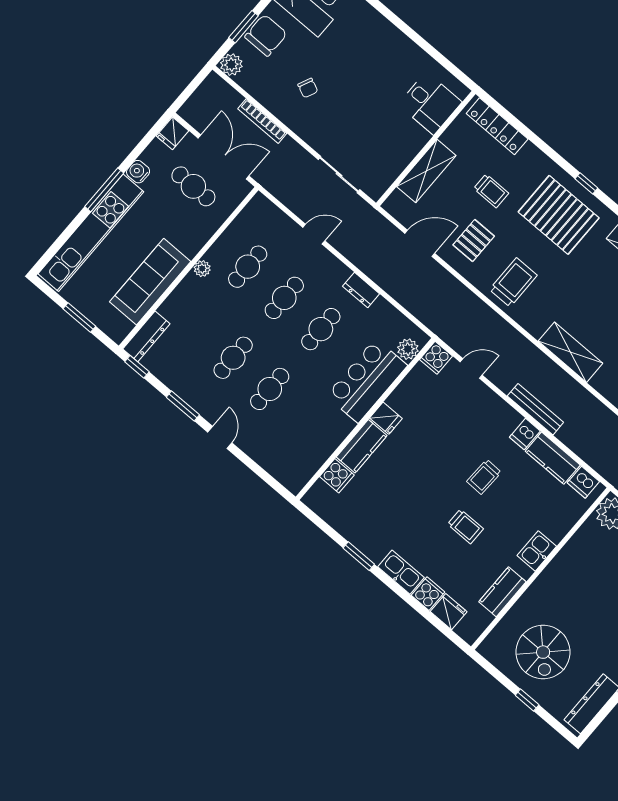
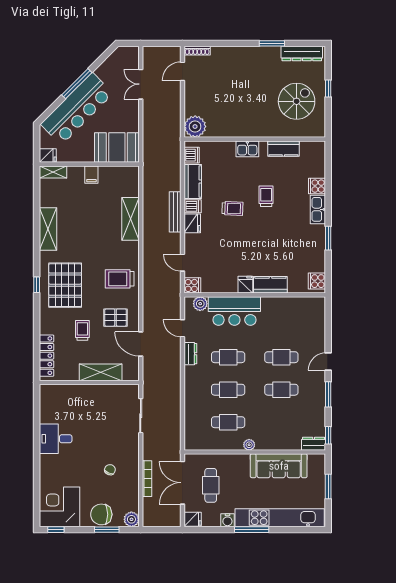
desk: (430, 103) -> (56, 439), moved, turned -90
door: (314, 234) -> (182, 328), moved
dresser: (146, 336) -> (314, 444), width x0.70
cooker: (337, 476) -> (317, 281), moved, turned -90
fridge: (449, 612) -> (192, 223), moved, turned 180

